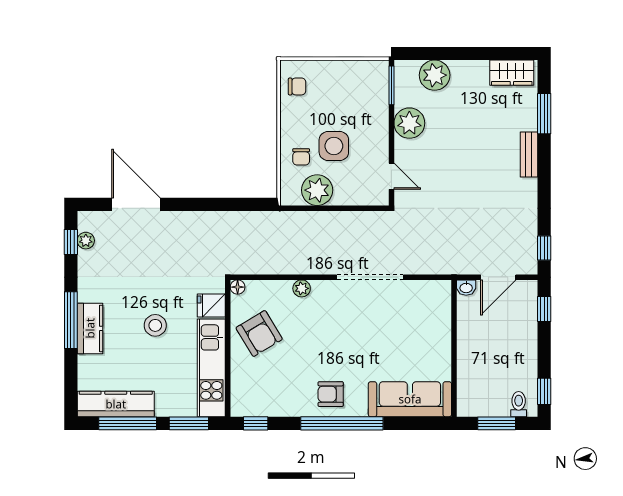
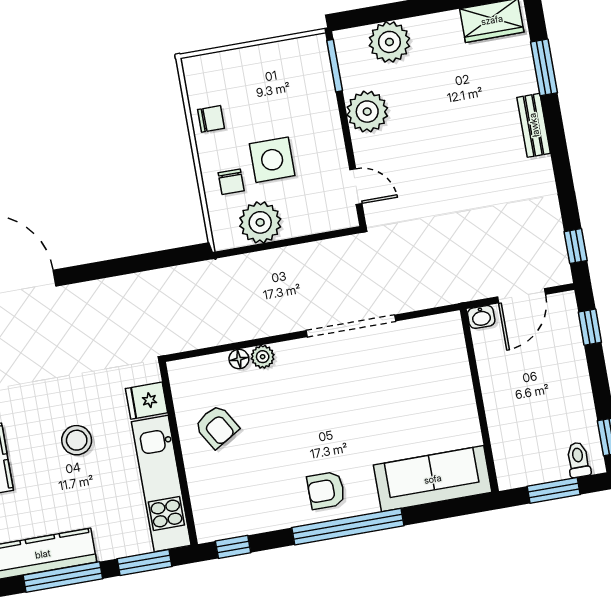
chair: (297, 86) -> (211, 119), moved
floor lamp: (238, 287) -> (239, 359), moved
armchair: (259, 333) -> (217, 427), width x0.72, depth x0.72

